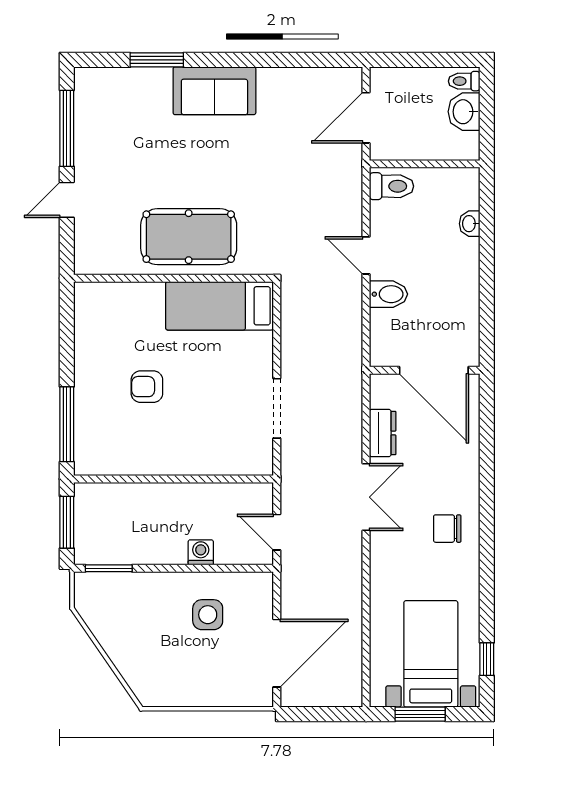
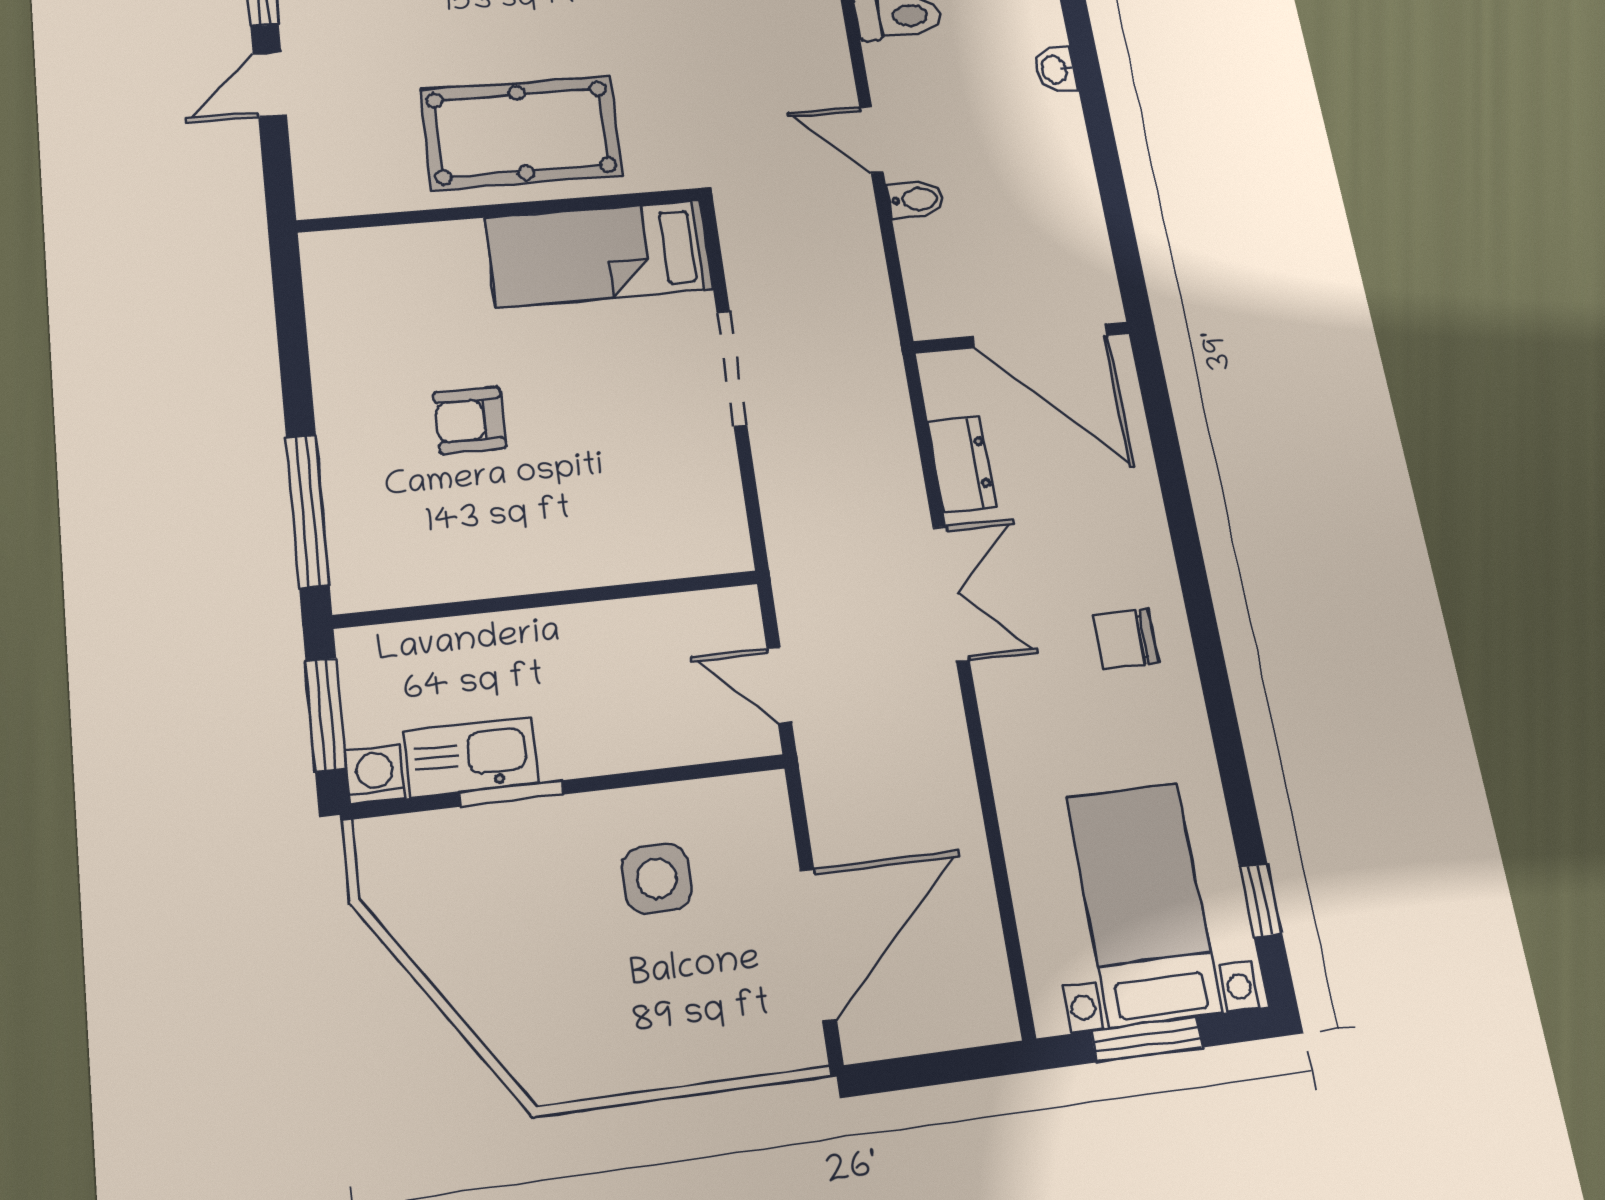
bidet: (388, 294) -> (916, 199), width x0.72, depth x0.74
doorway: (277, 408) -> (732, 368), moved
kitchen sink: (130, 549) -> (471, 757), added
washing machine: (201, 552) -> (375, 775), moved
window: (109, 568) -> (511, 793), moved

